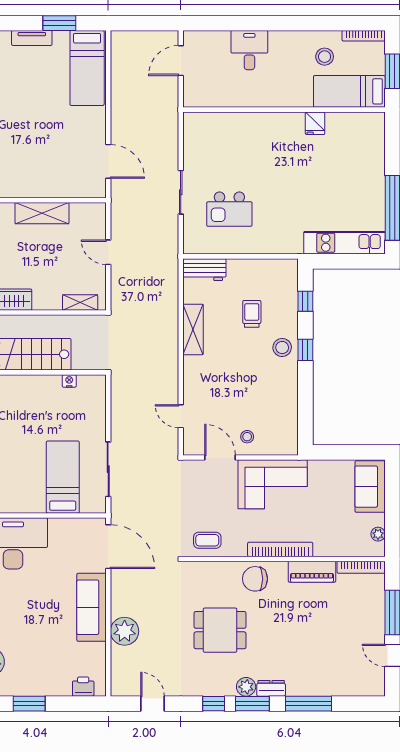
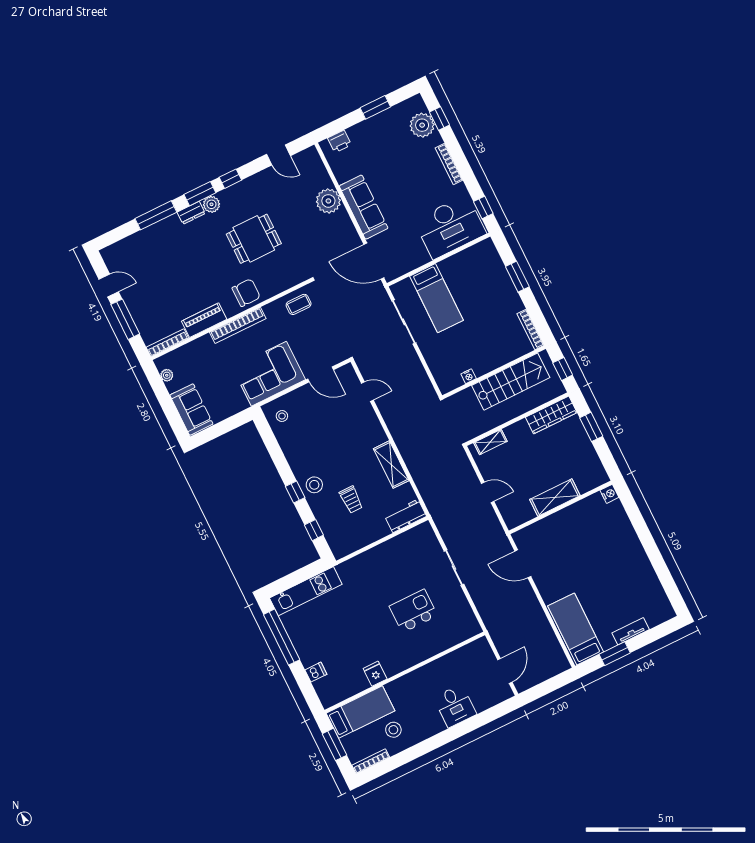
dishwasher: (375, 155) -> (316, 672), added
kitchen island: (229, 209) -> (413, 611), moved
stool: (247, 437) -> (282, 416), moved

